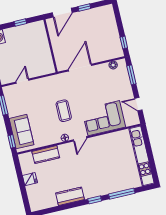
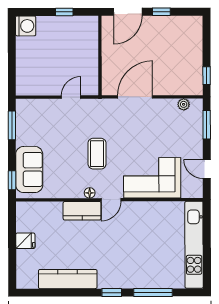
door: (22, 81) -> (71, 97), moved
kitchen counter: (46, 155) -> (82, 211), moved
kitchen counter: (70, 196) -> (68, 279), width x1.50

